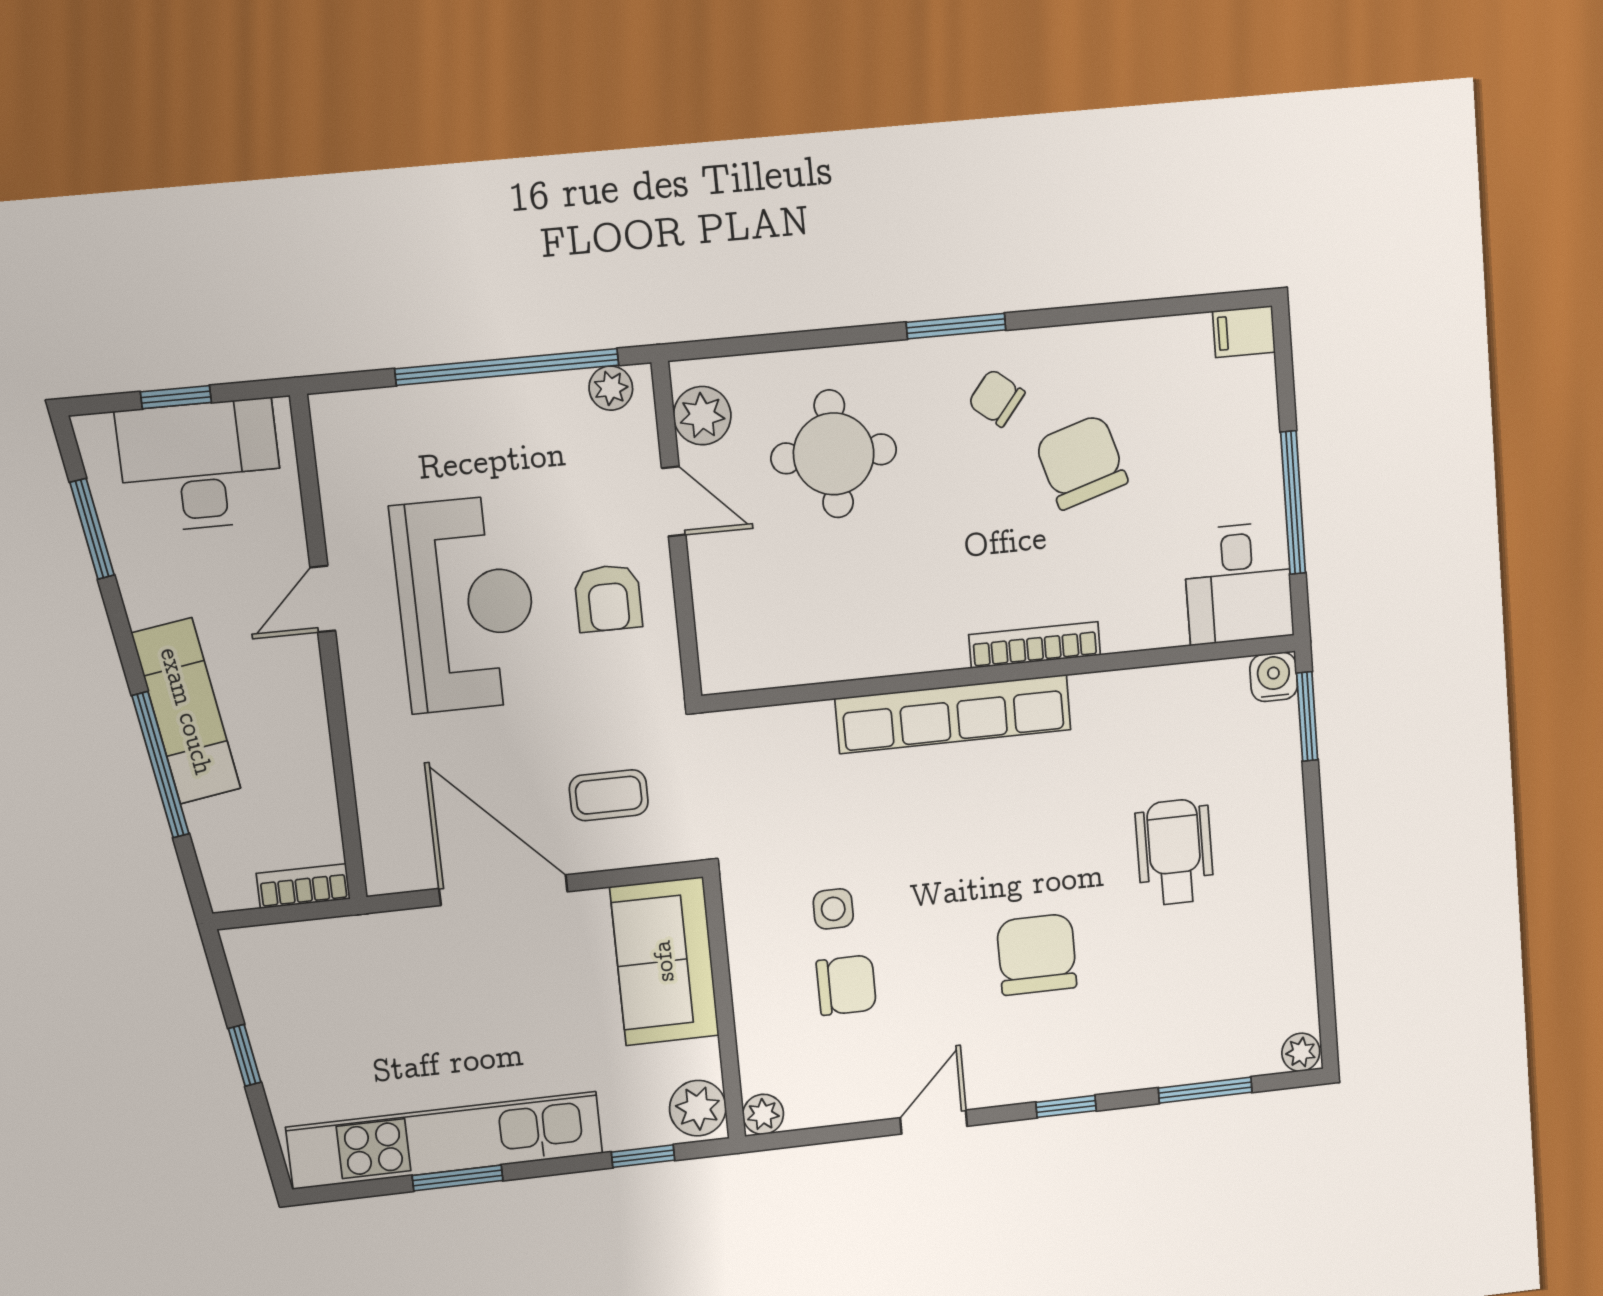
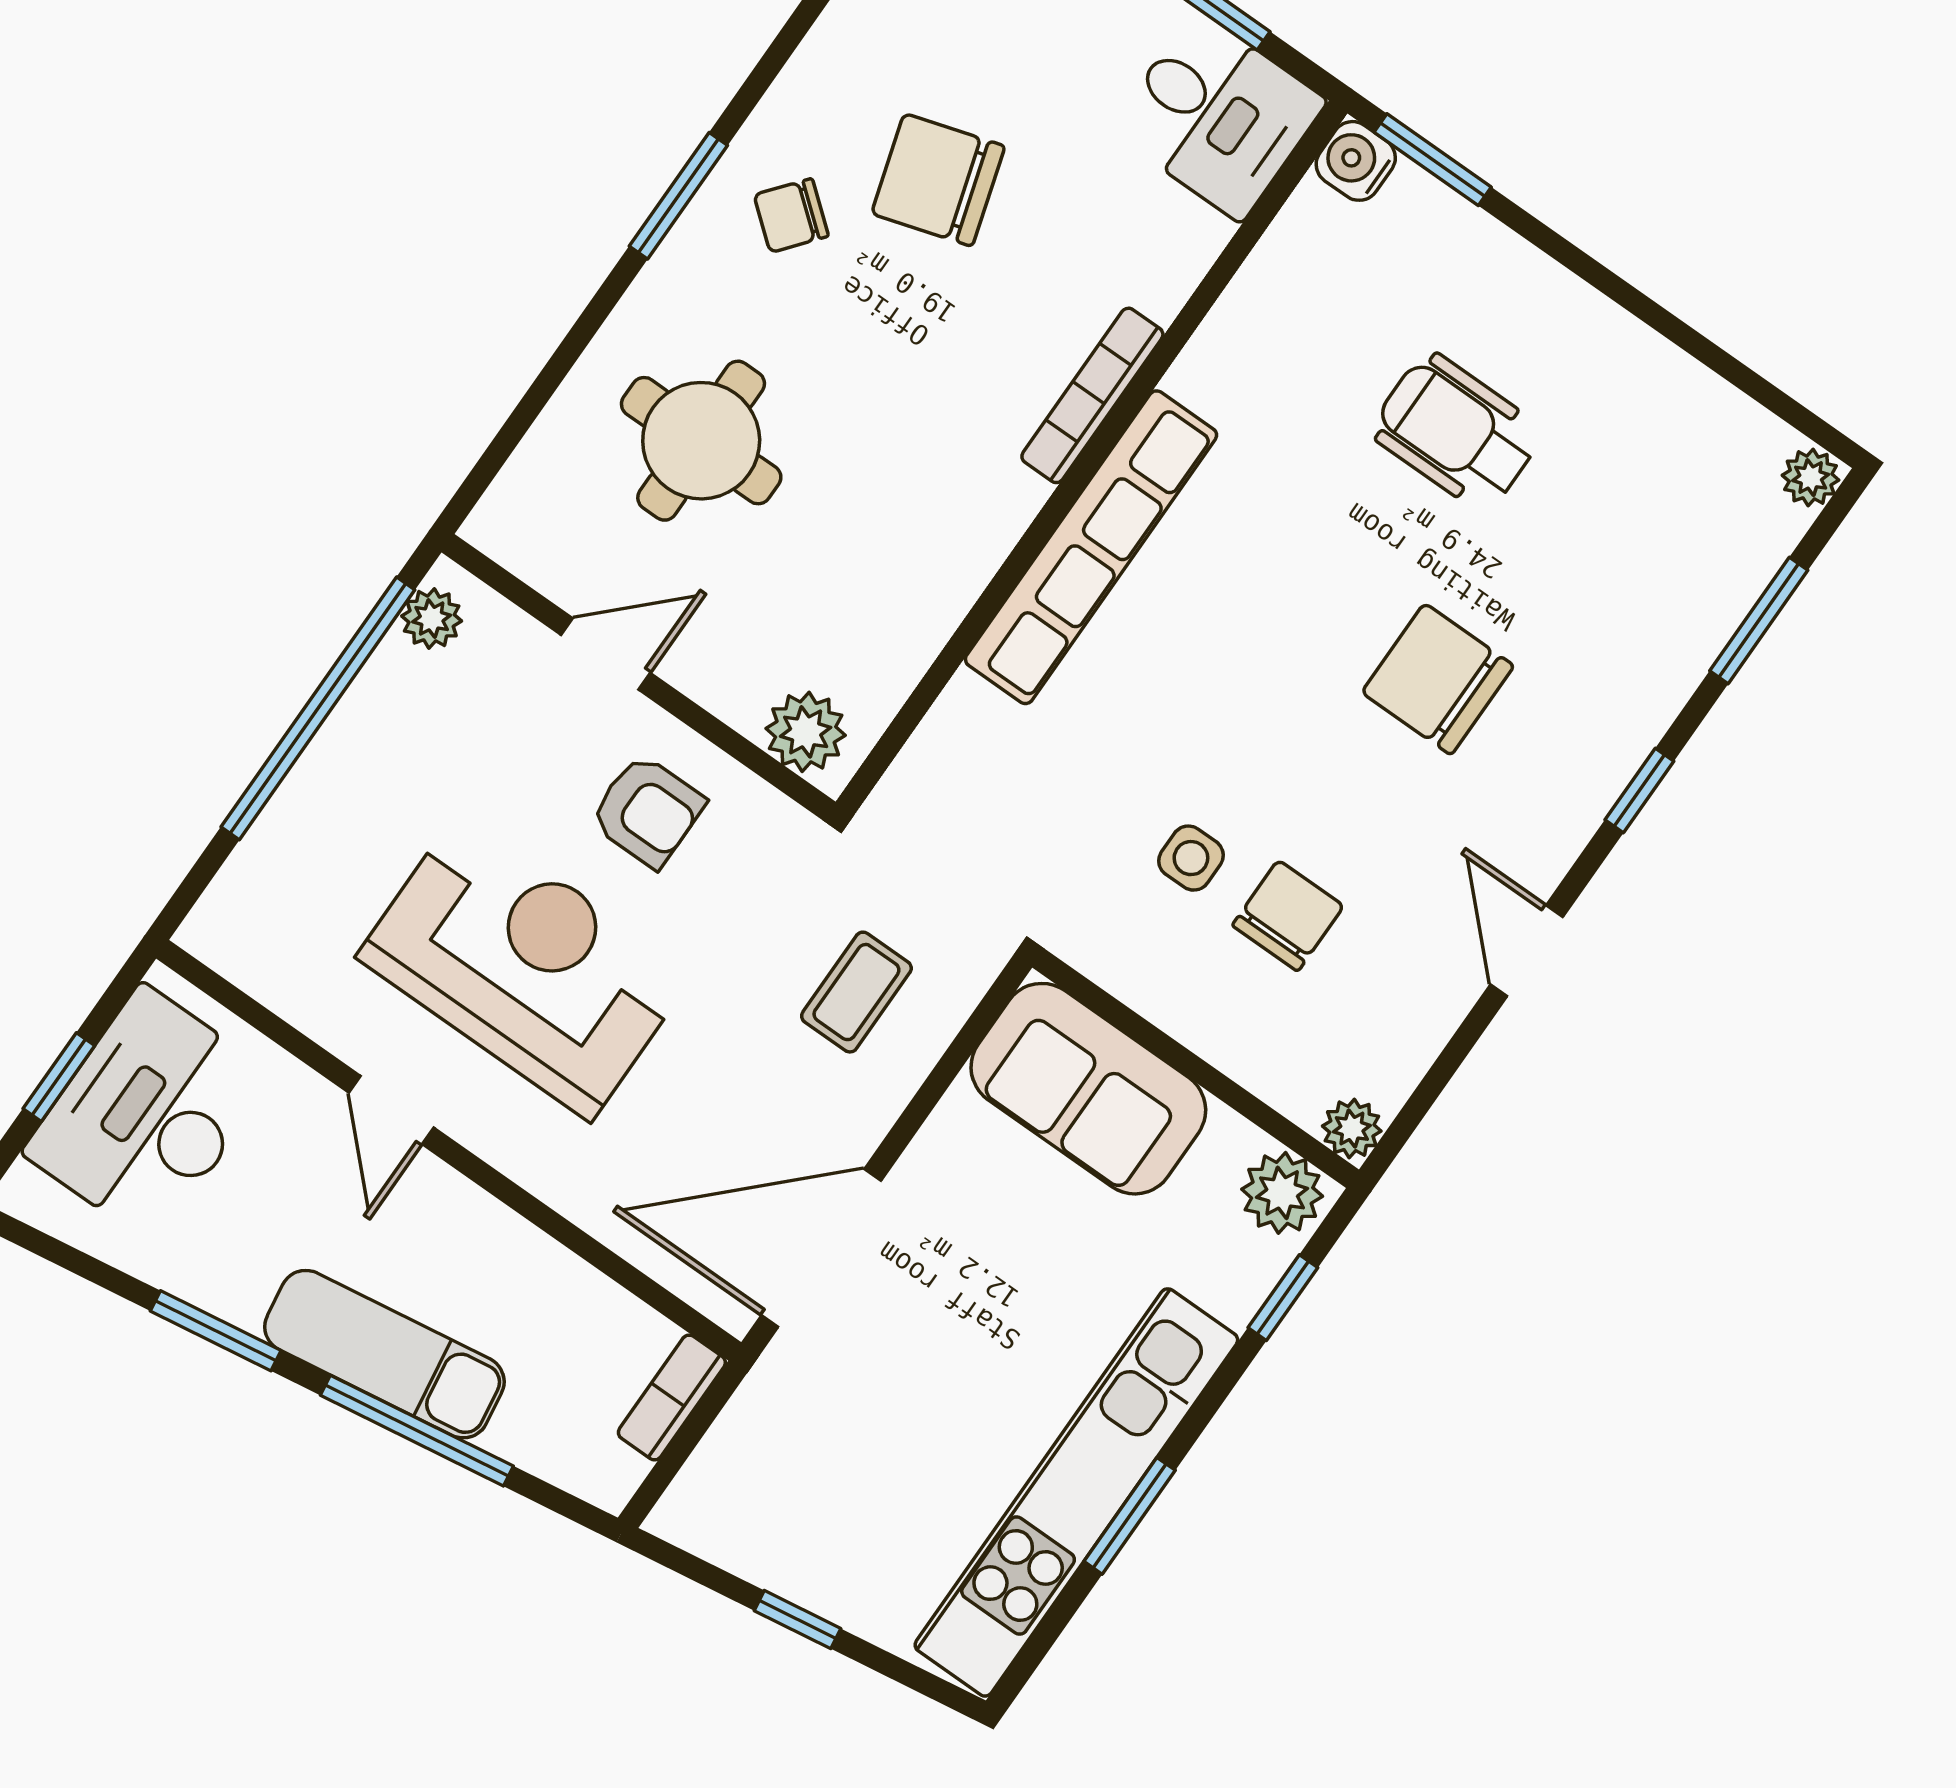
plant: (702, 416) -> (806, 732), moved
window: (92, 529) -> (216, 1331), moved
door: (503, 890) -> (821, 1248), moved

